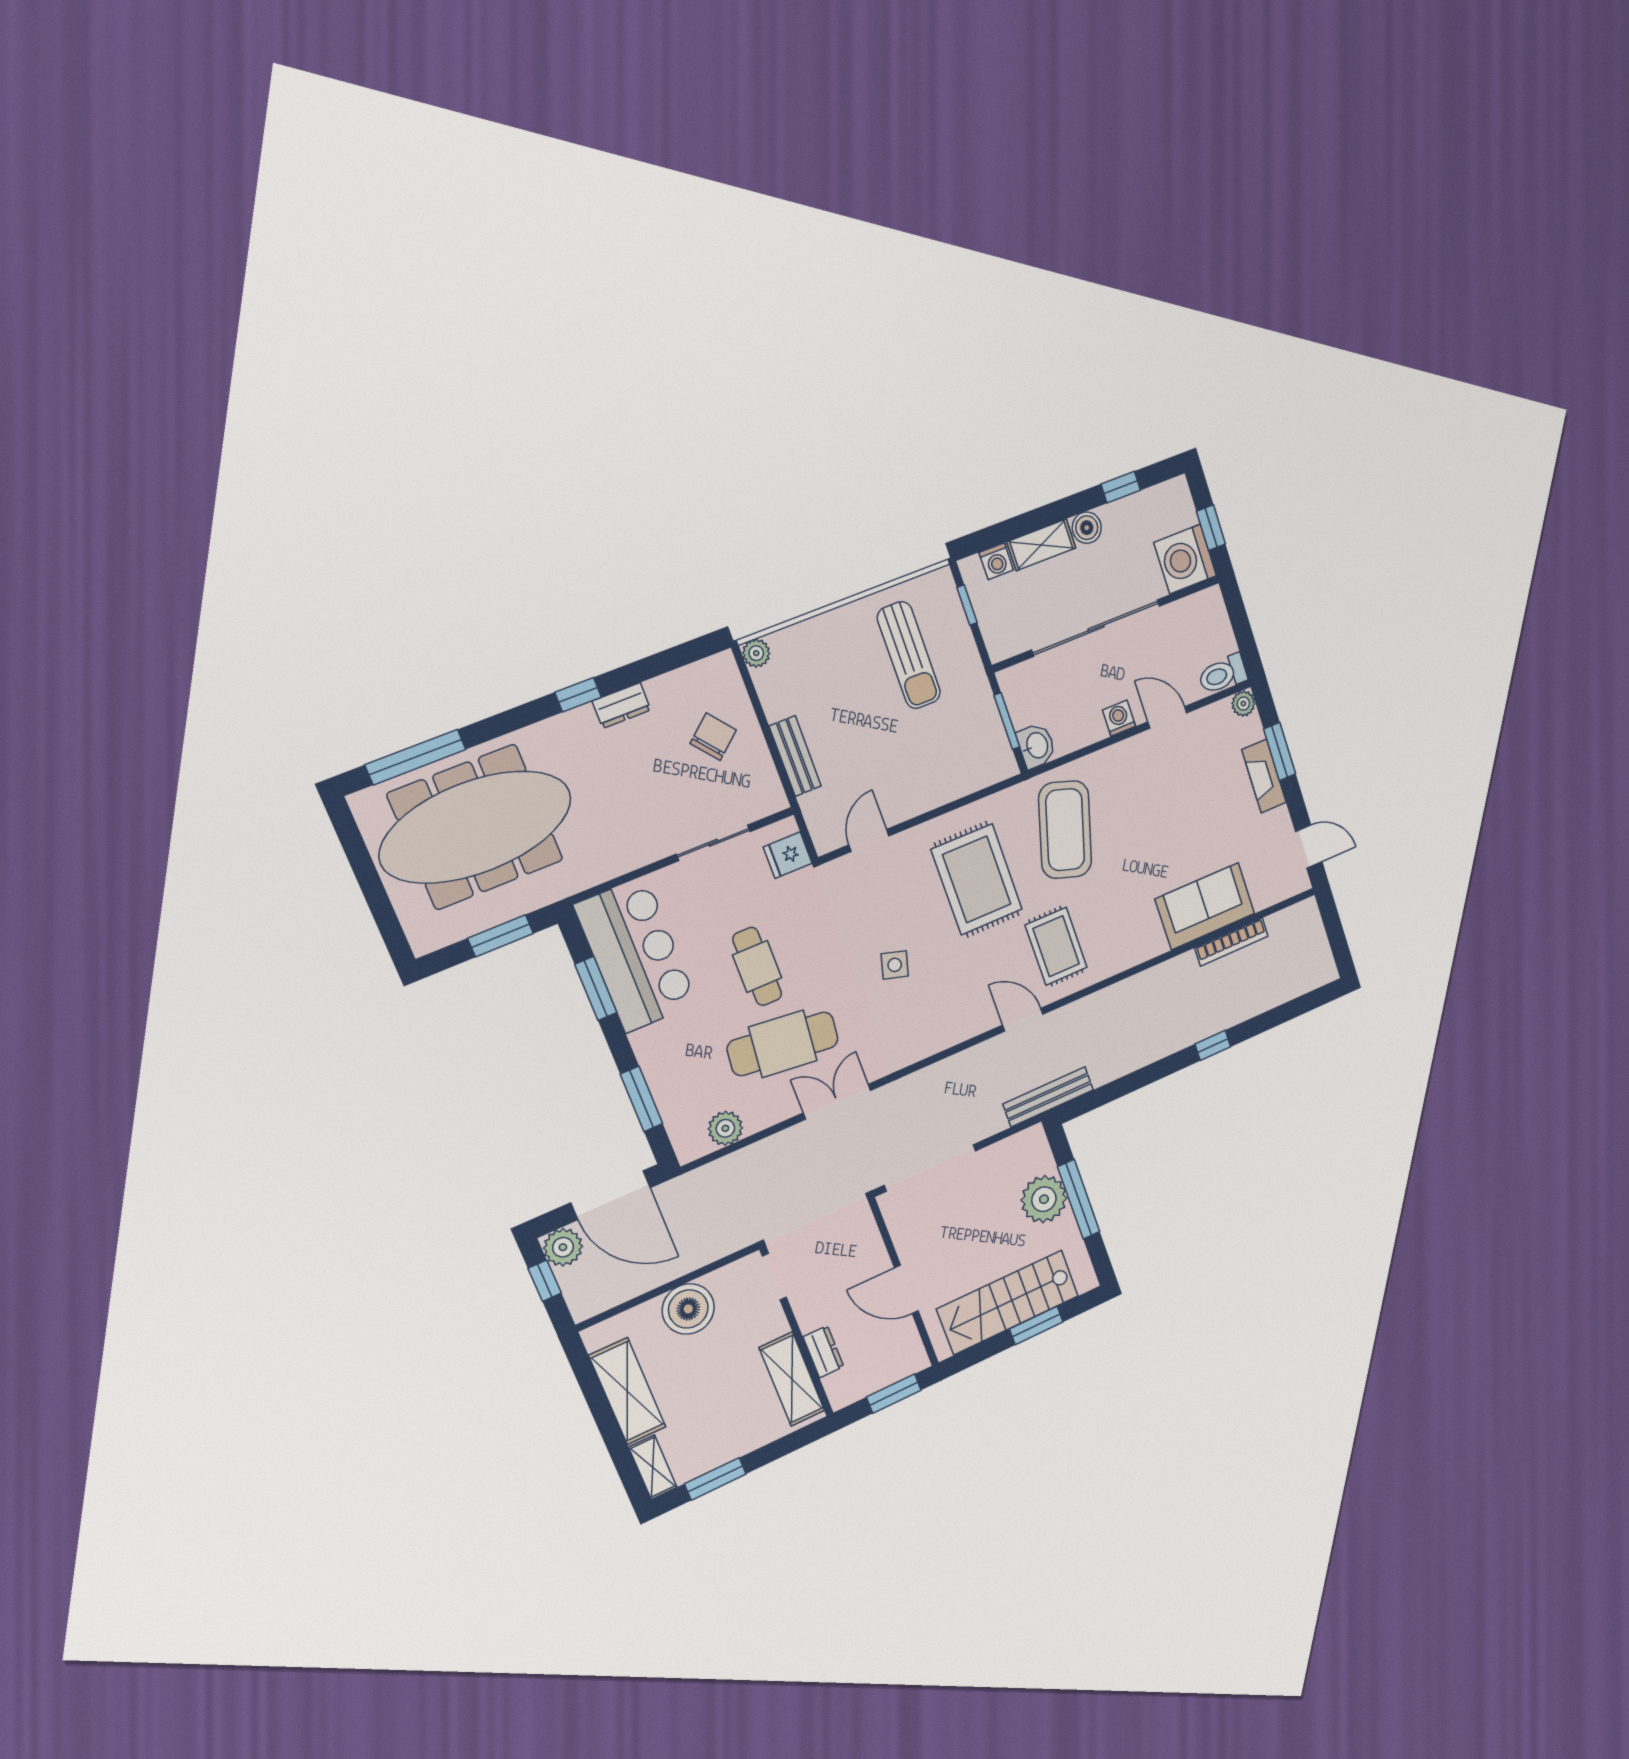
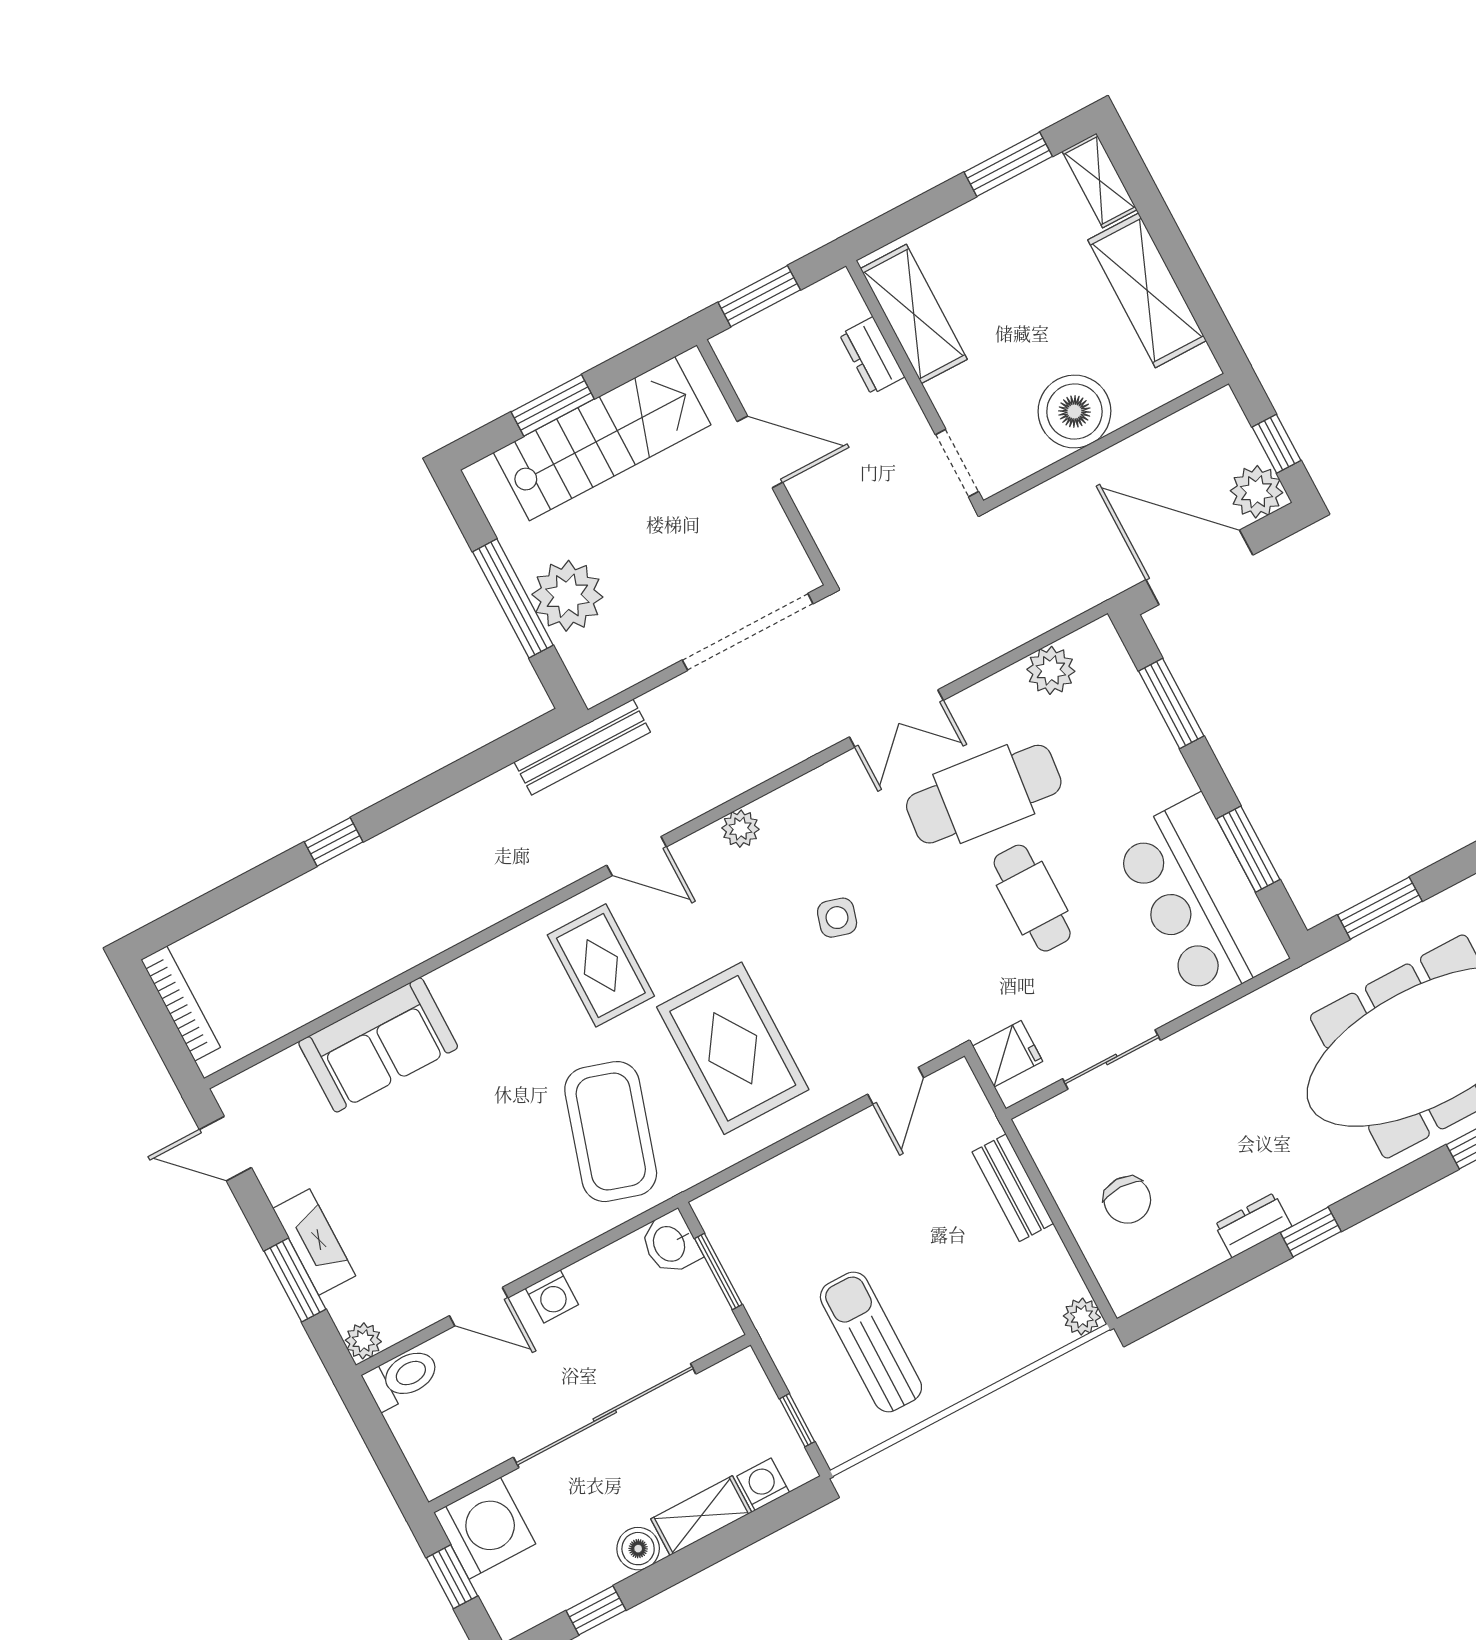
chair: (713, 737) -> (1127, 1200), turned -50
bookcase: (1231, 942) -> (181, 1003), moved, turned 90
plant: (952, 1033) -> (740, 829), added

